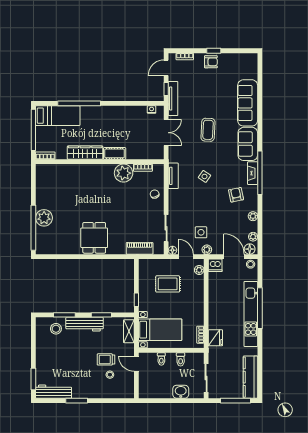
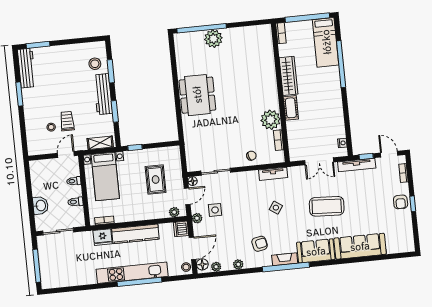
coffee table: (208, 130) -> (327, 206), width x1.36, depth x1.32
dining table: (94, 238) -> (197, 95), width x1.38
piano: (140, 248) -> (191, 145), removed
kitchen counter: (250, 377) -> (135, 234), moved, turned 180

